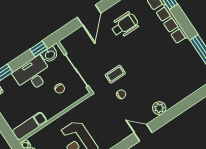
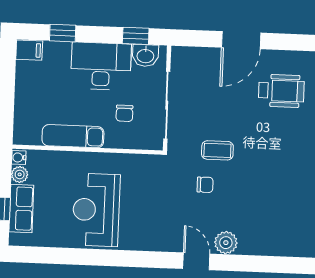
plant: (159, 108) -> (226, 243), moved
exam couch: (30, 126) -> (73, 136), moved

